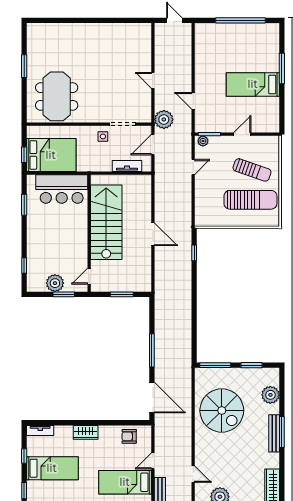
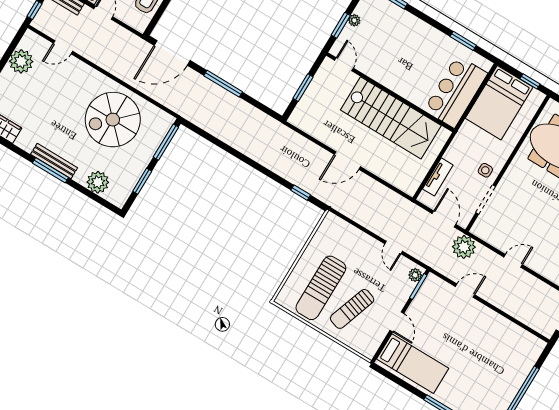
bed: (253, 84) -> (413, 364), moved, turned 90
window: (24, 155) -> (530, 81), moved
plant: (55, 283) -> (354, 20), width x0.53, depth x0.53

